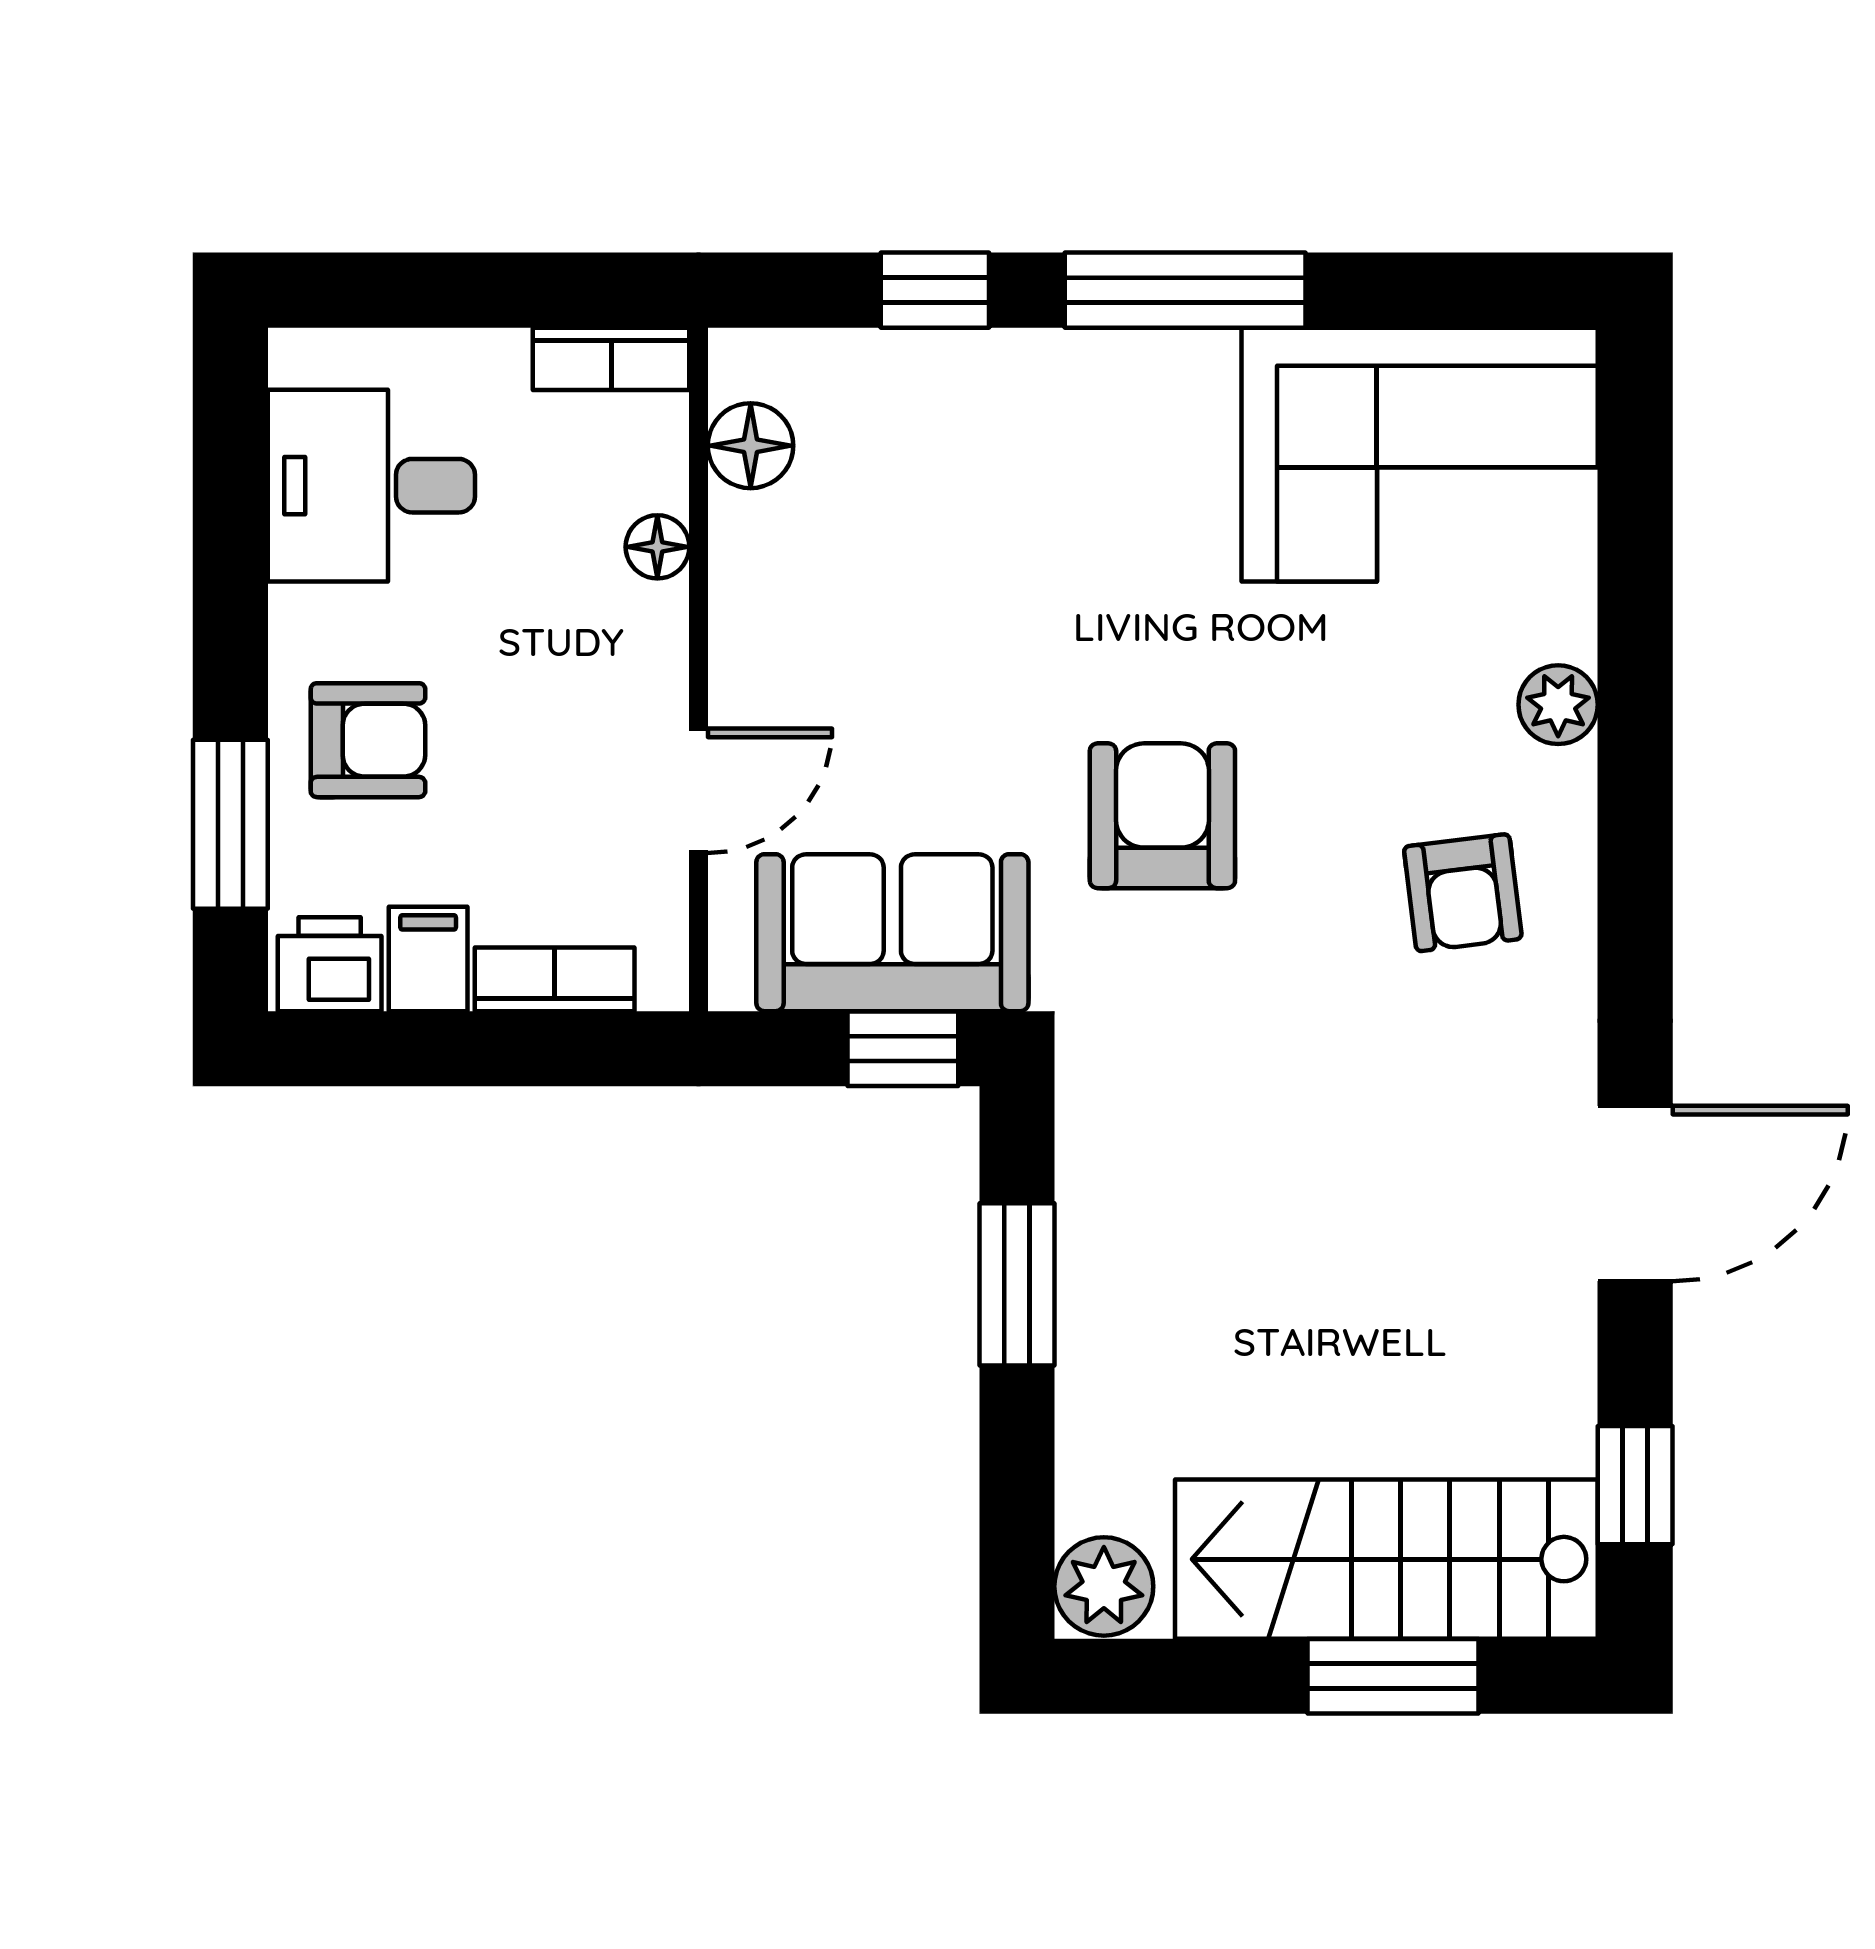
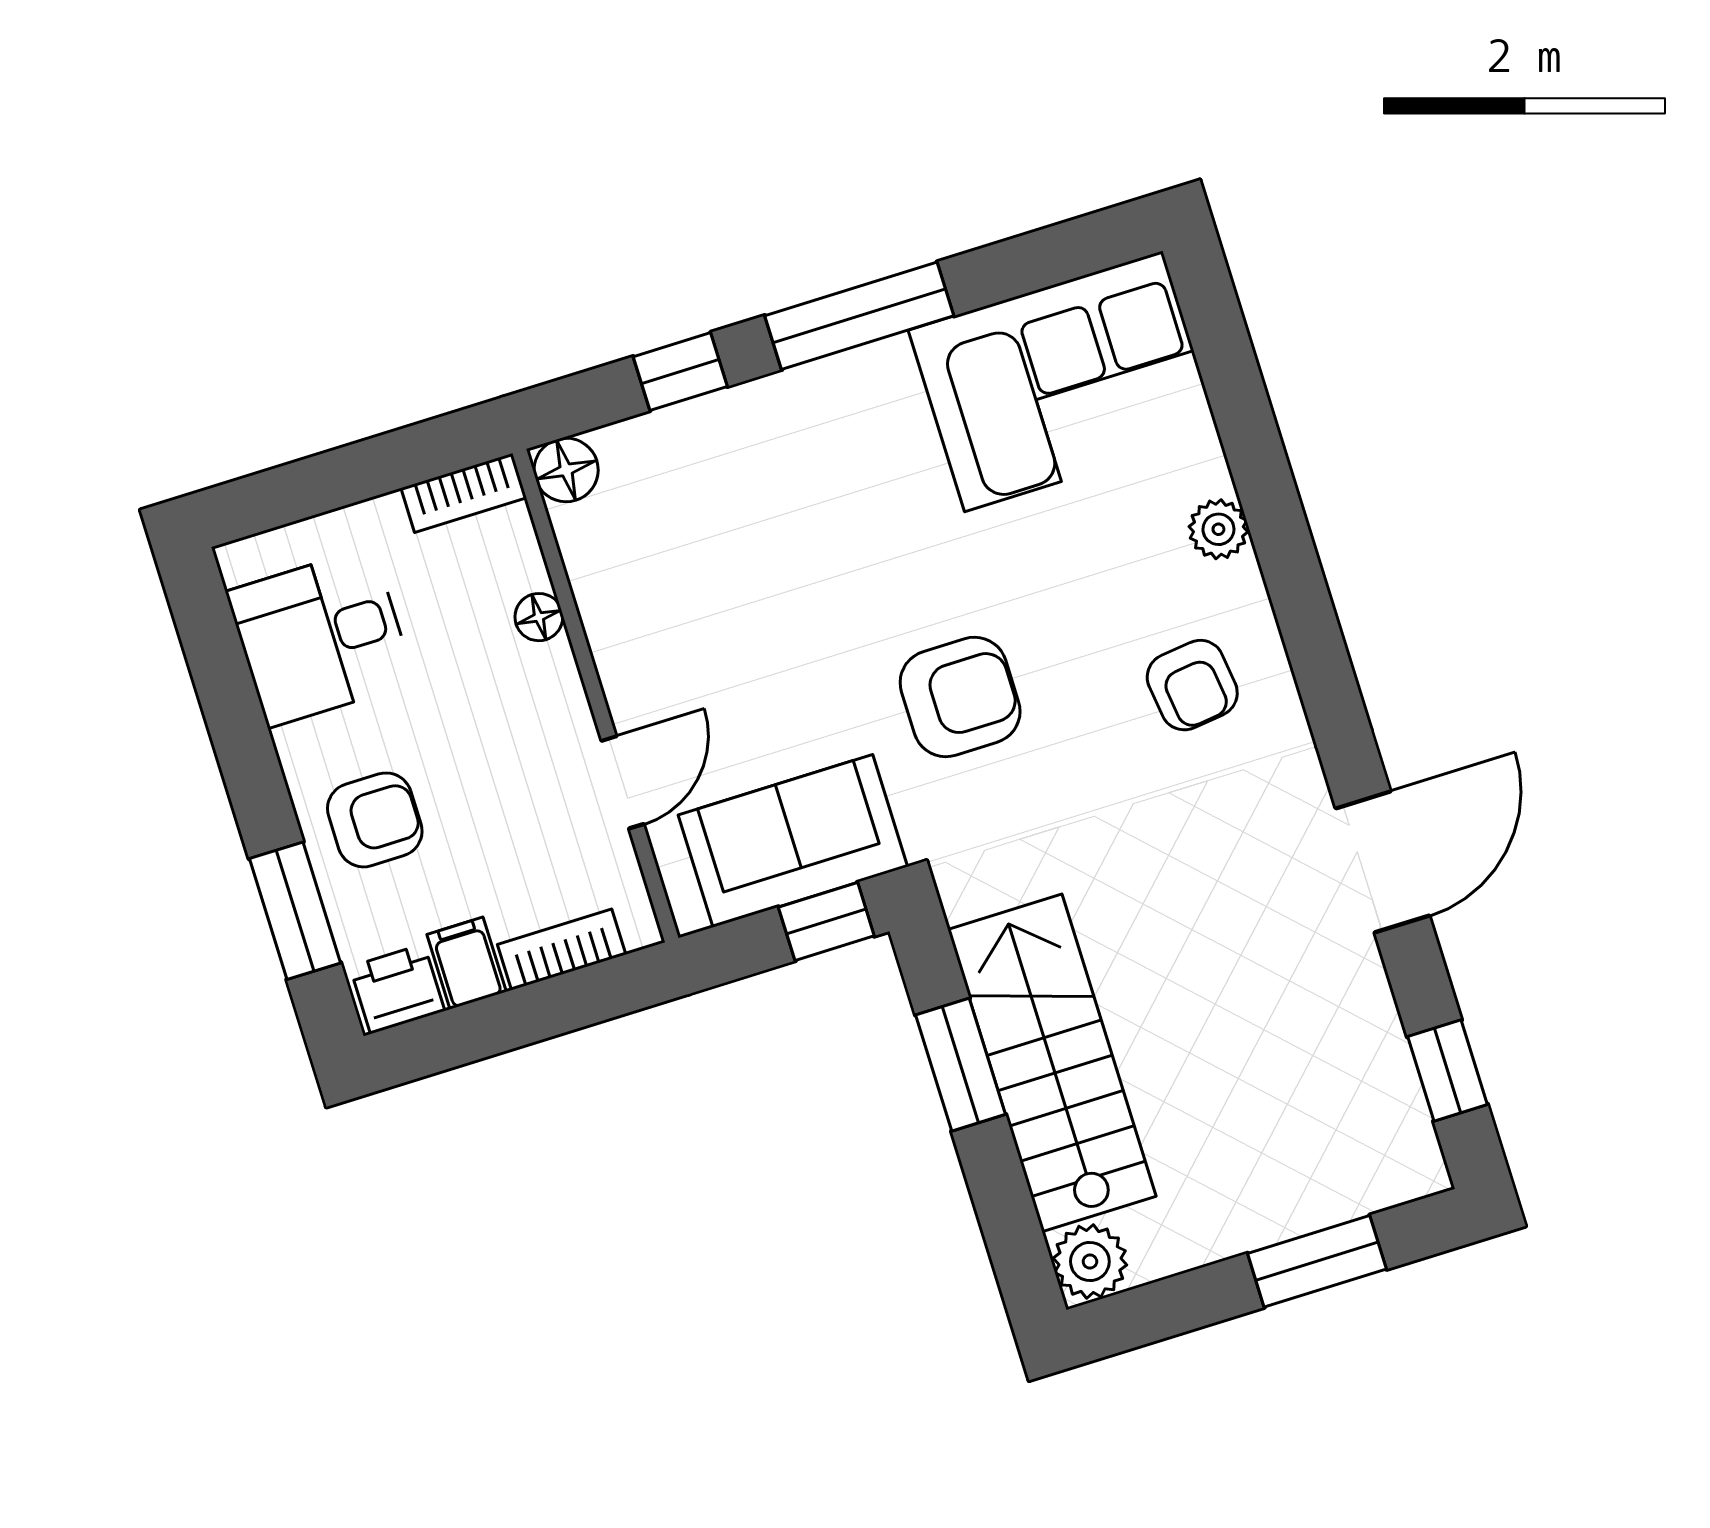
floor lamp: (751, 446) -> (566, 470), moved
armchair: (1162, 816) -> (960, 697), turned 90
stairs: (1386, 1559) -> (1052, 1063), moved, turned 90

